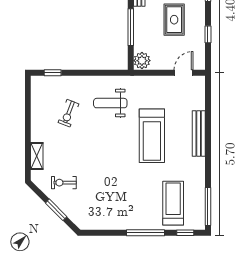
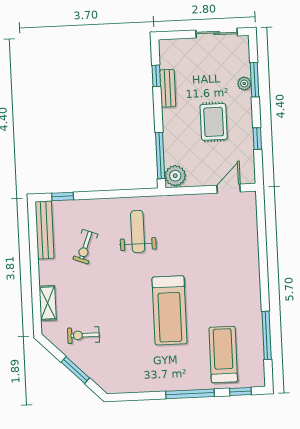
window: (131, 27) -> (160, 156), moved
weight bench: (110, 103) -> (138, 231), turned 90
bench: (199, 133) -> (45, 230), moved
treadmill: (152, 136) -> (170, 310), moved
window: (208, 207) -> (267, 335), moved

